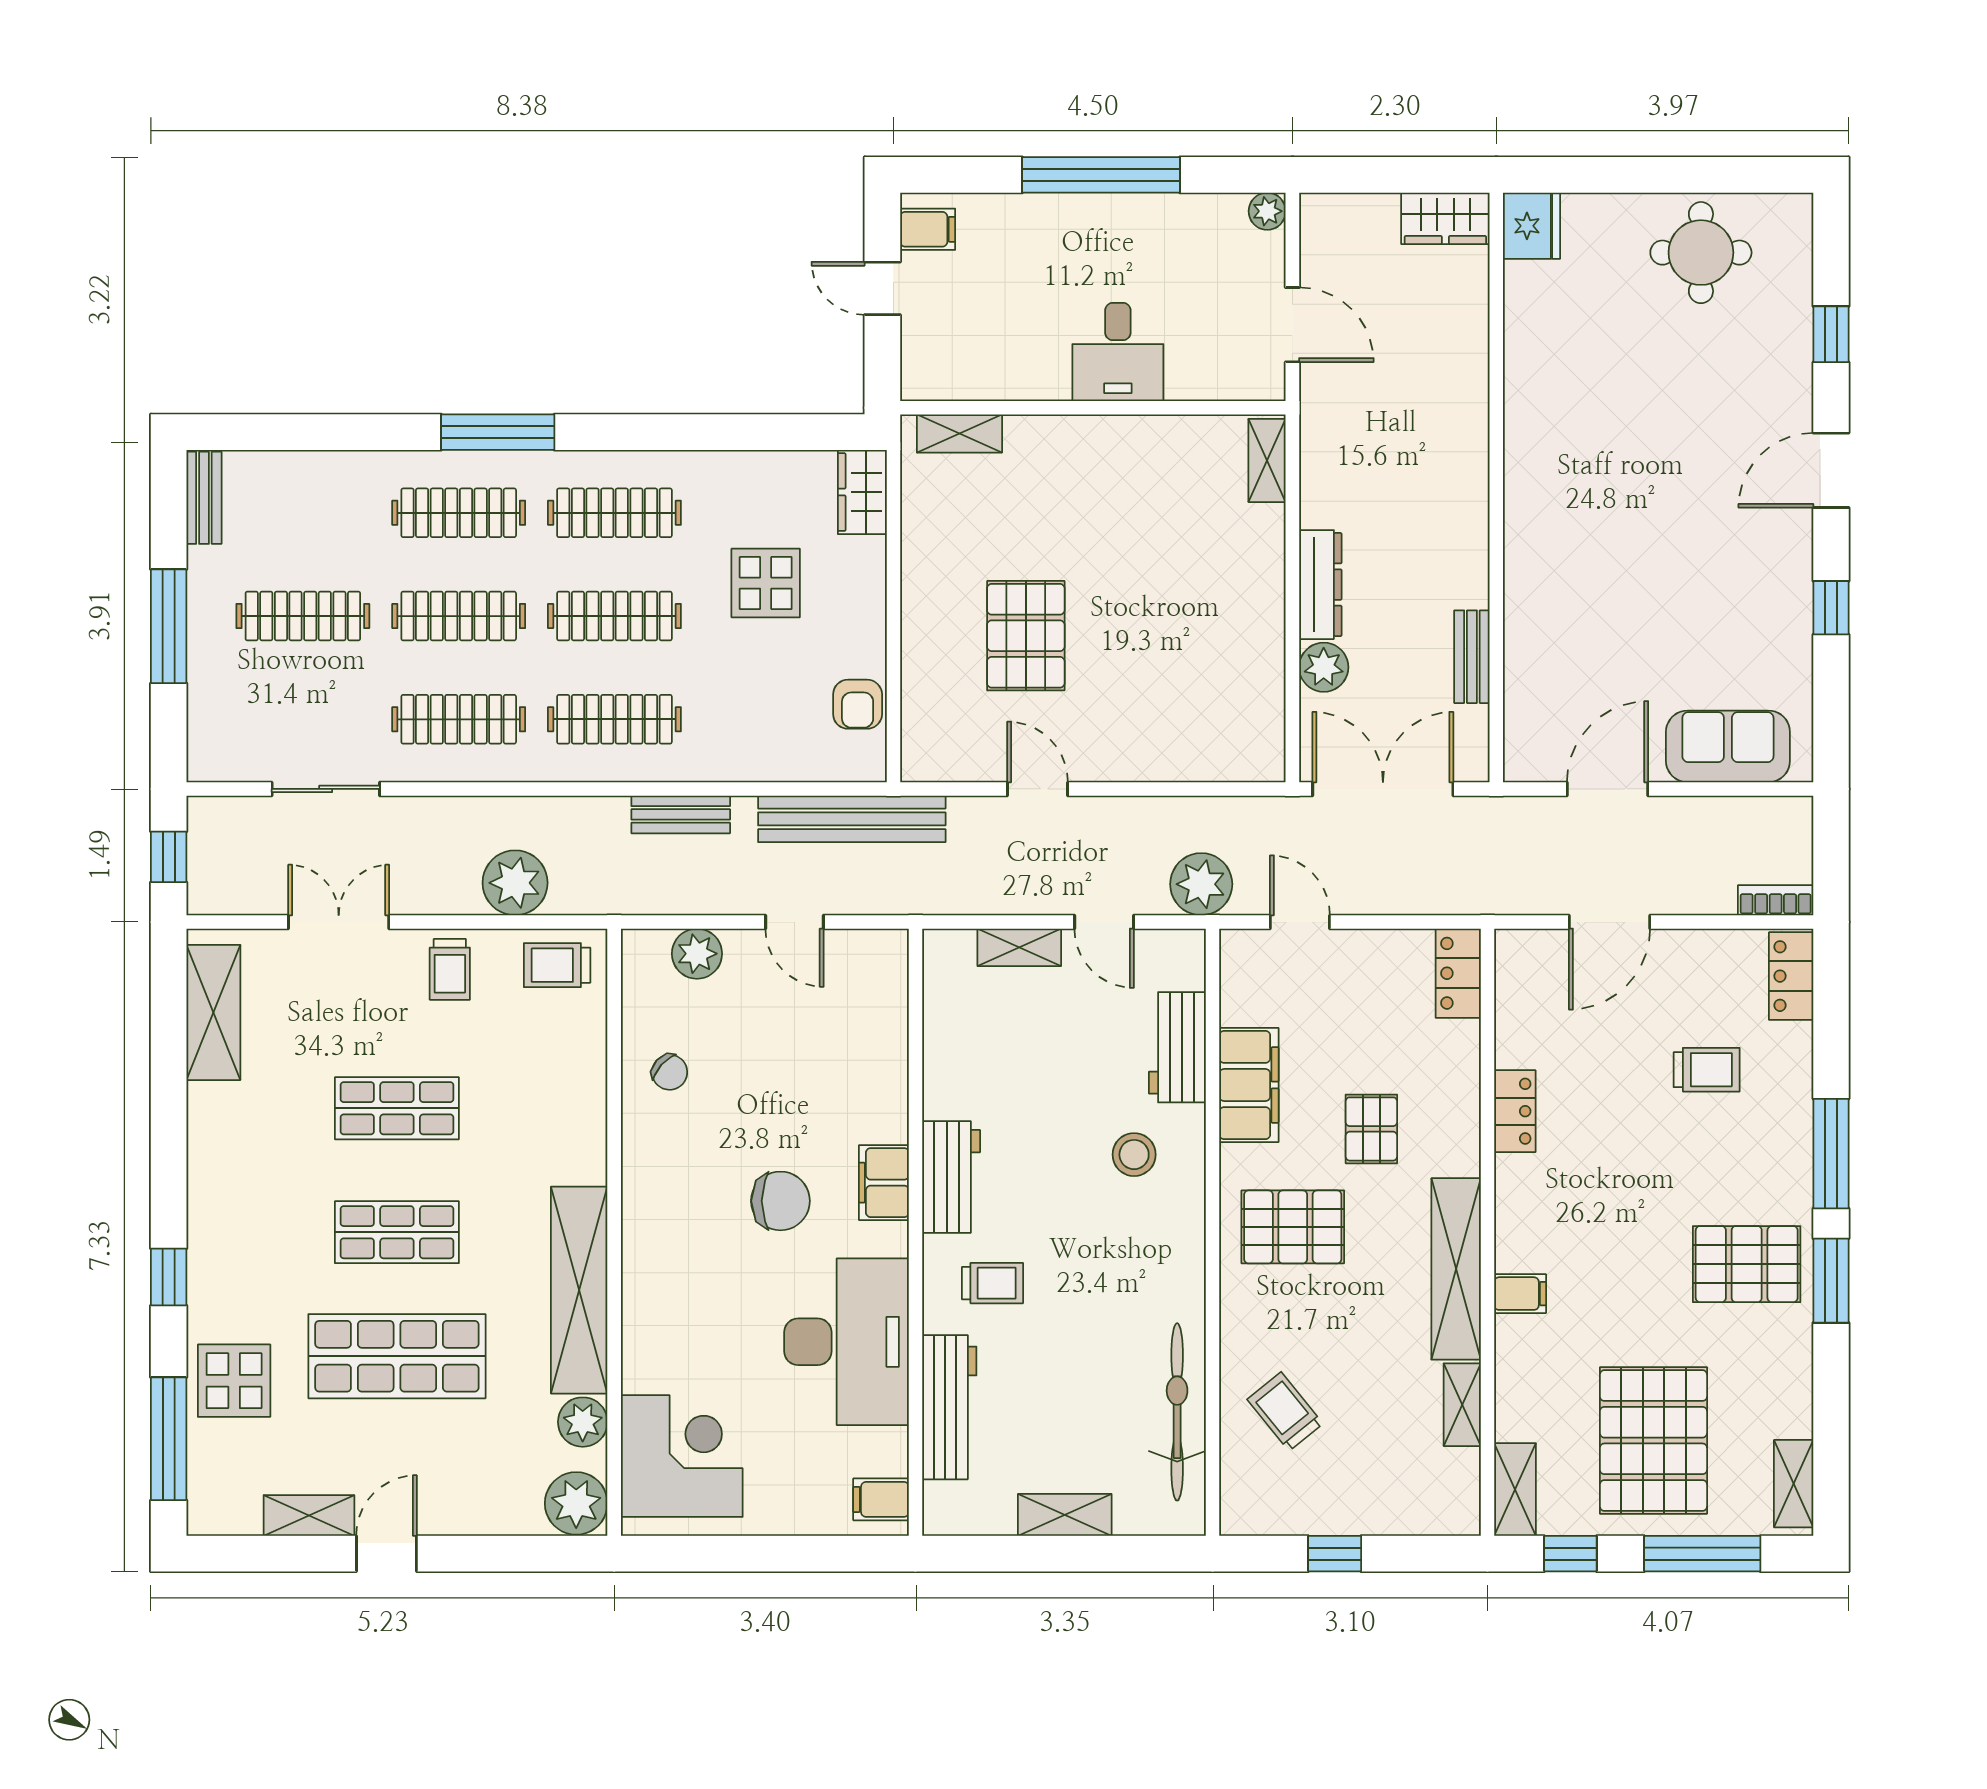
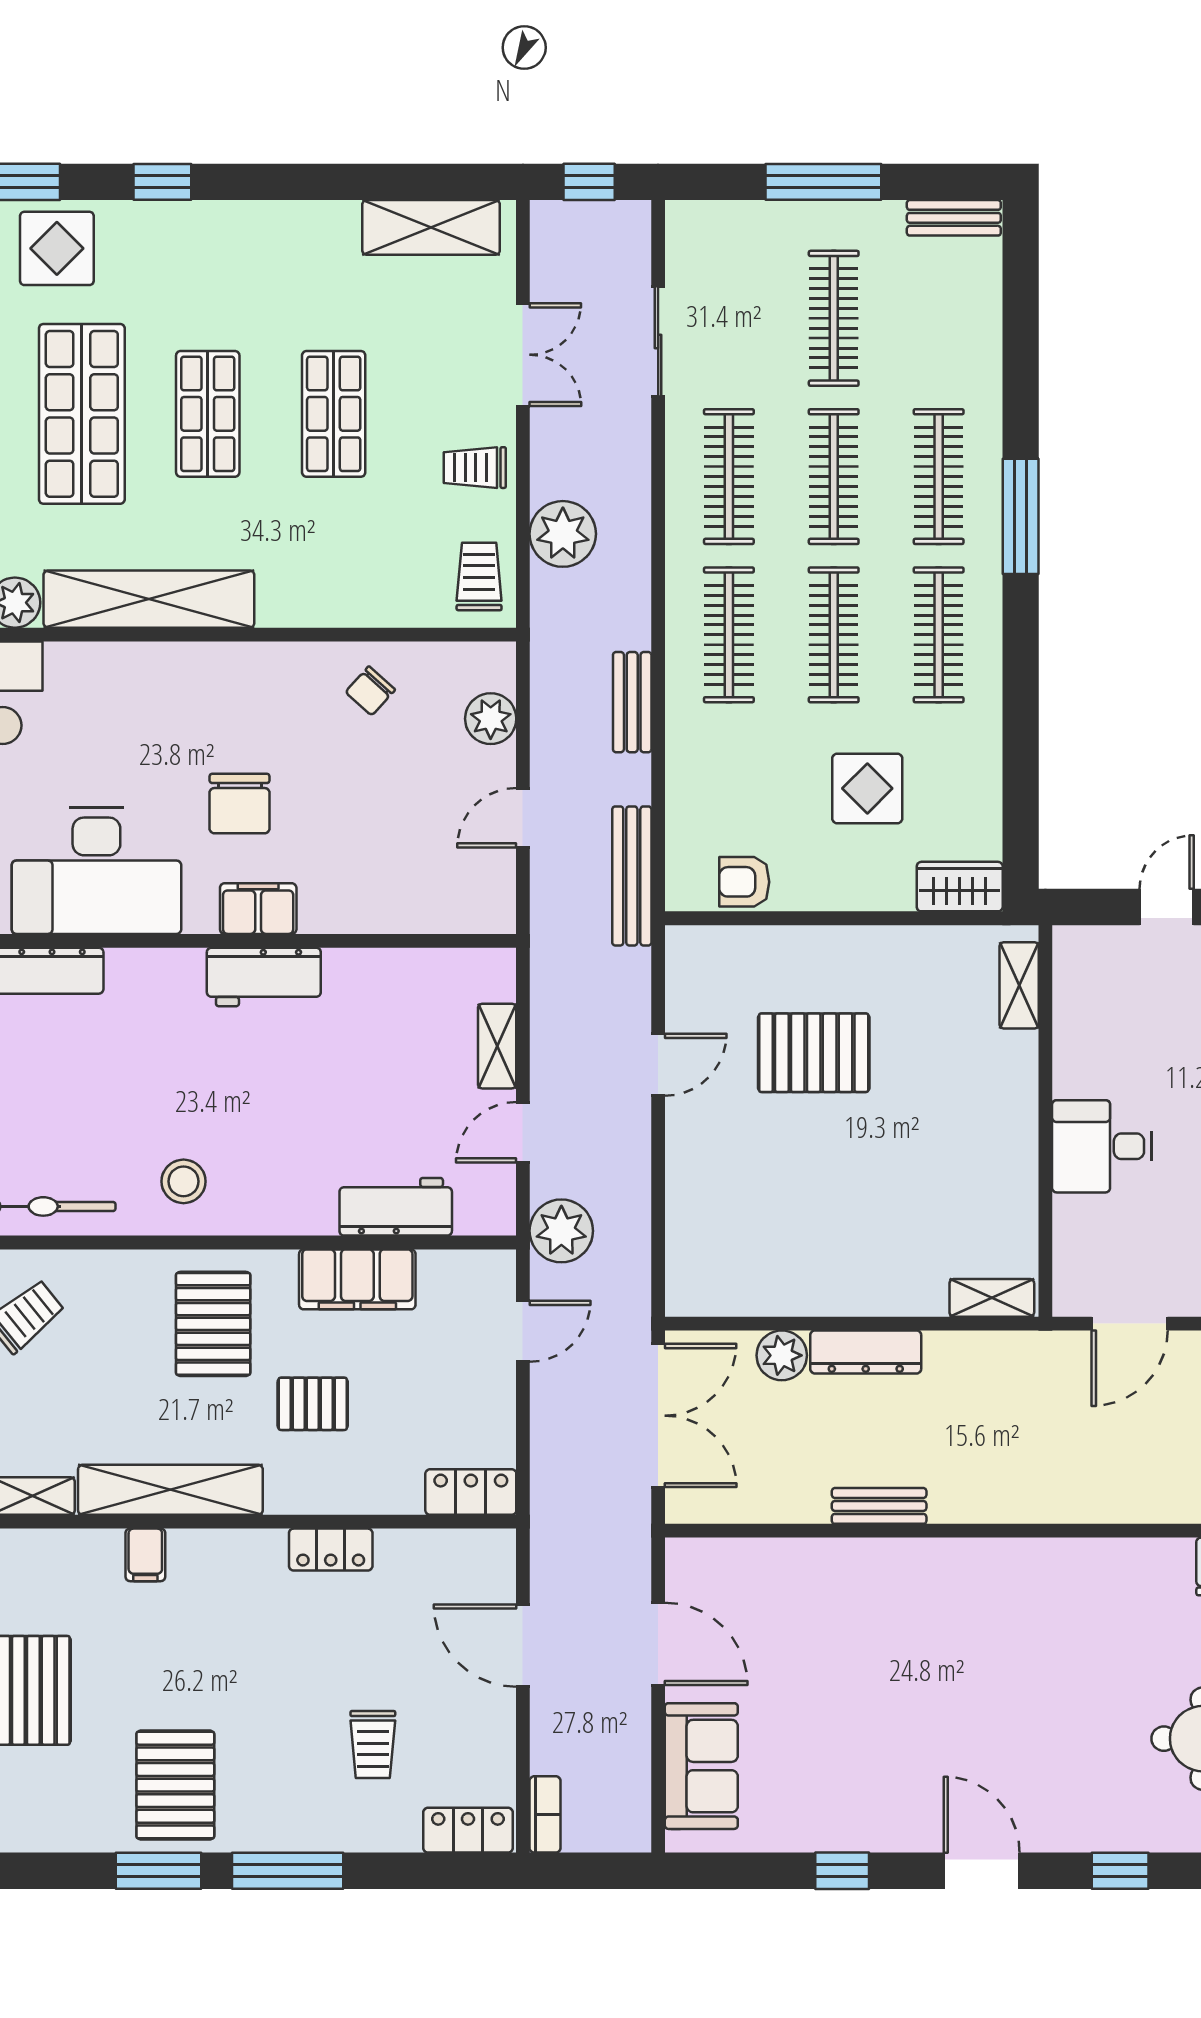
bench: (1472, 657) -> (879, 1506), moved
bench: (852, 819) -> (632, 876), width x0.73, depth x0.82
stool: (1134, 1155) -> (184, 1181), moved
trolley: (992, 1283) -> (156, 1019), removed

